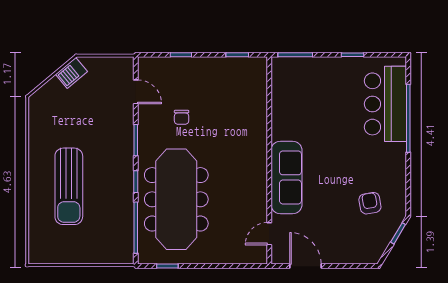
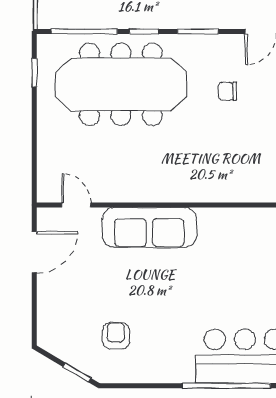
armchair: (370, 203) -> (116, 336), turned -80

